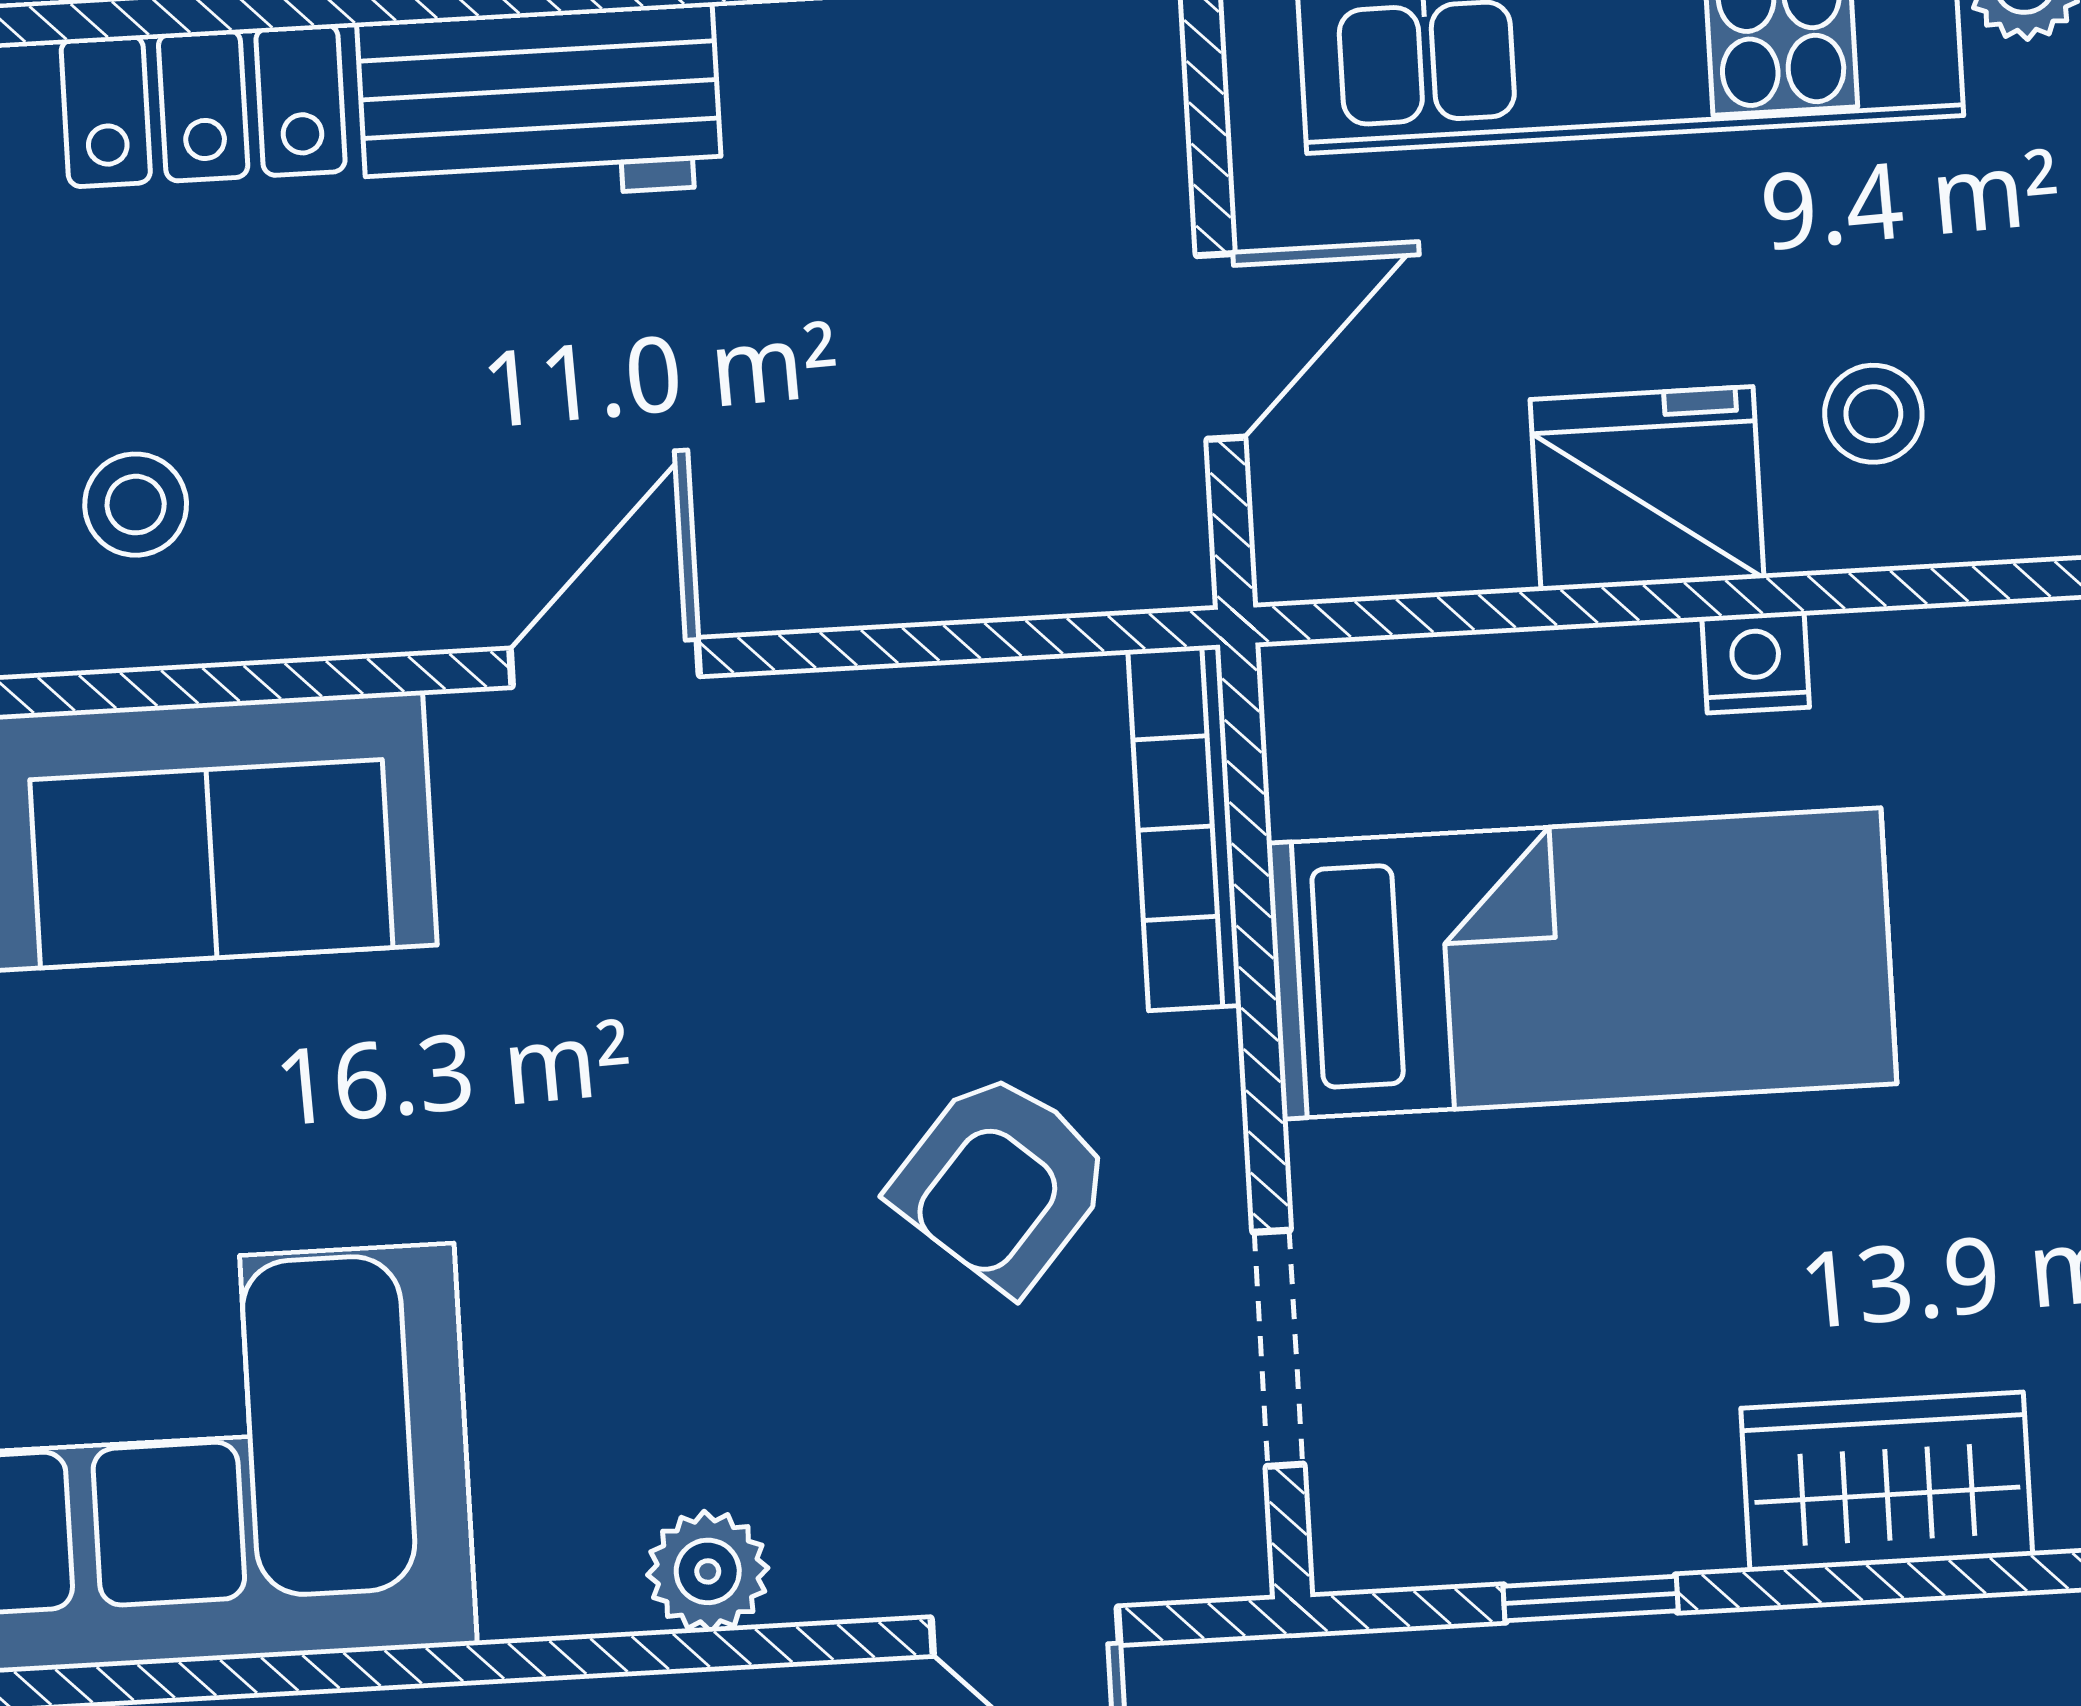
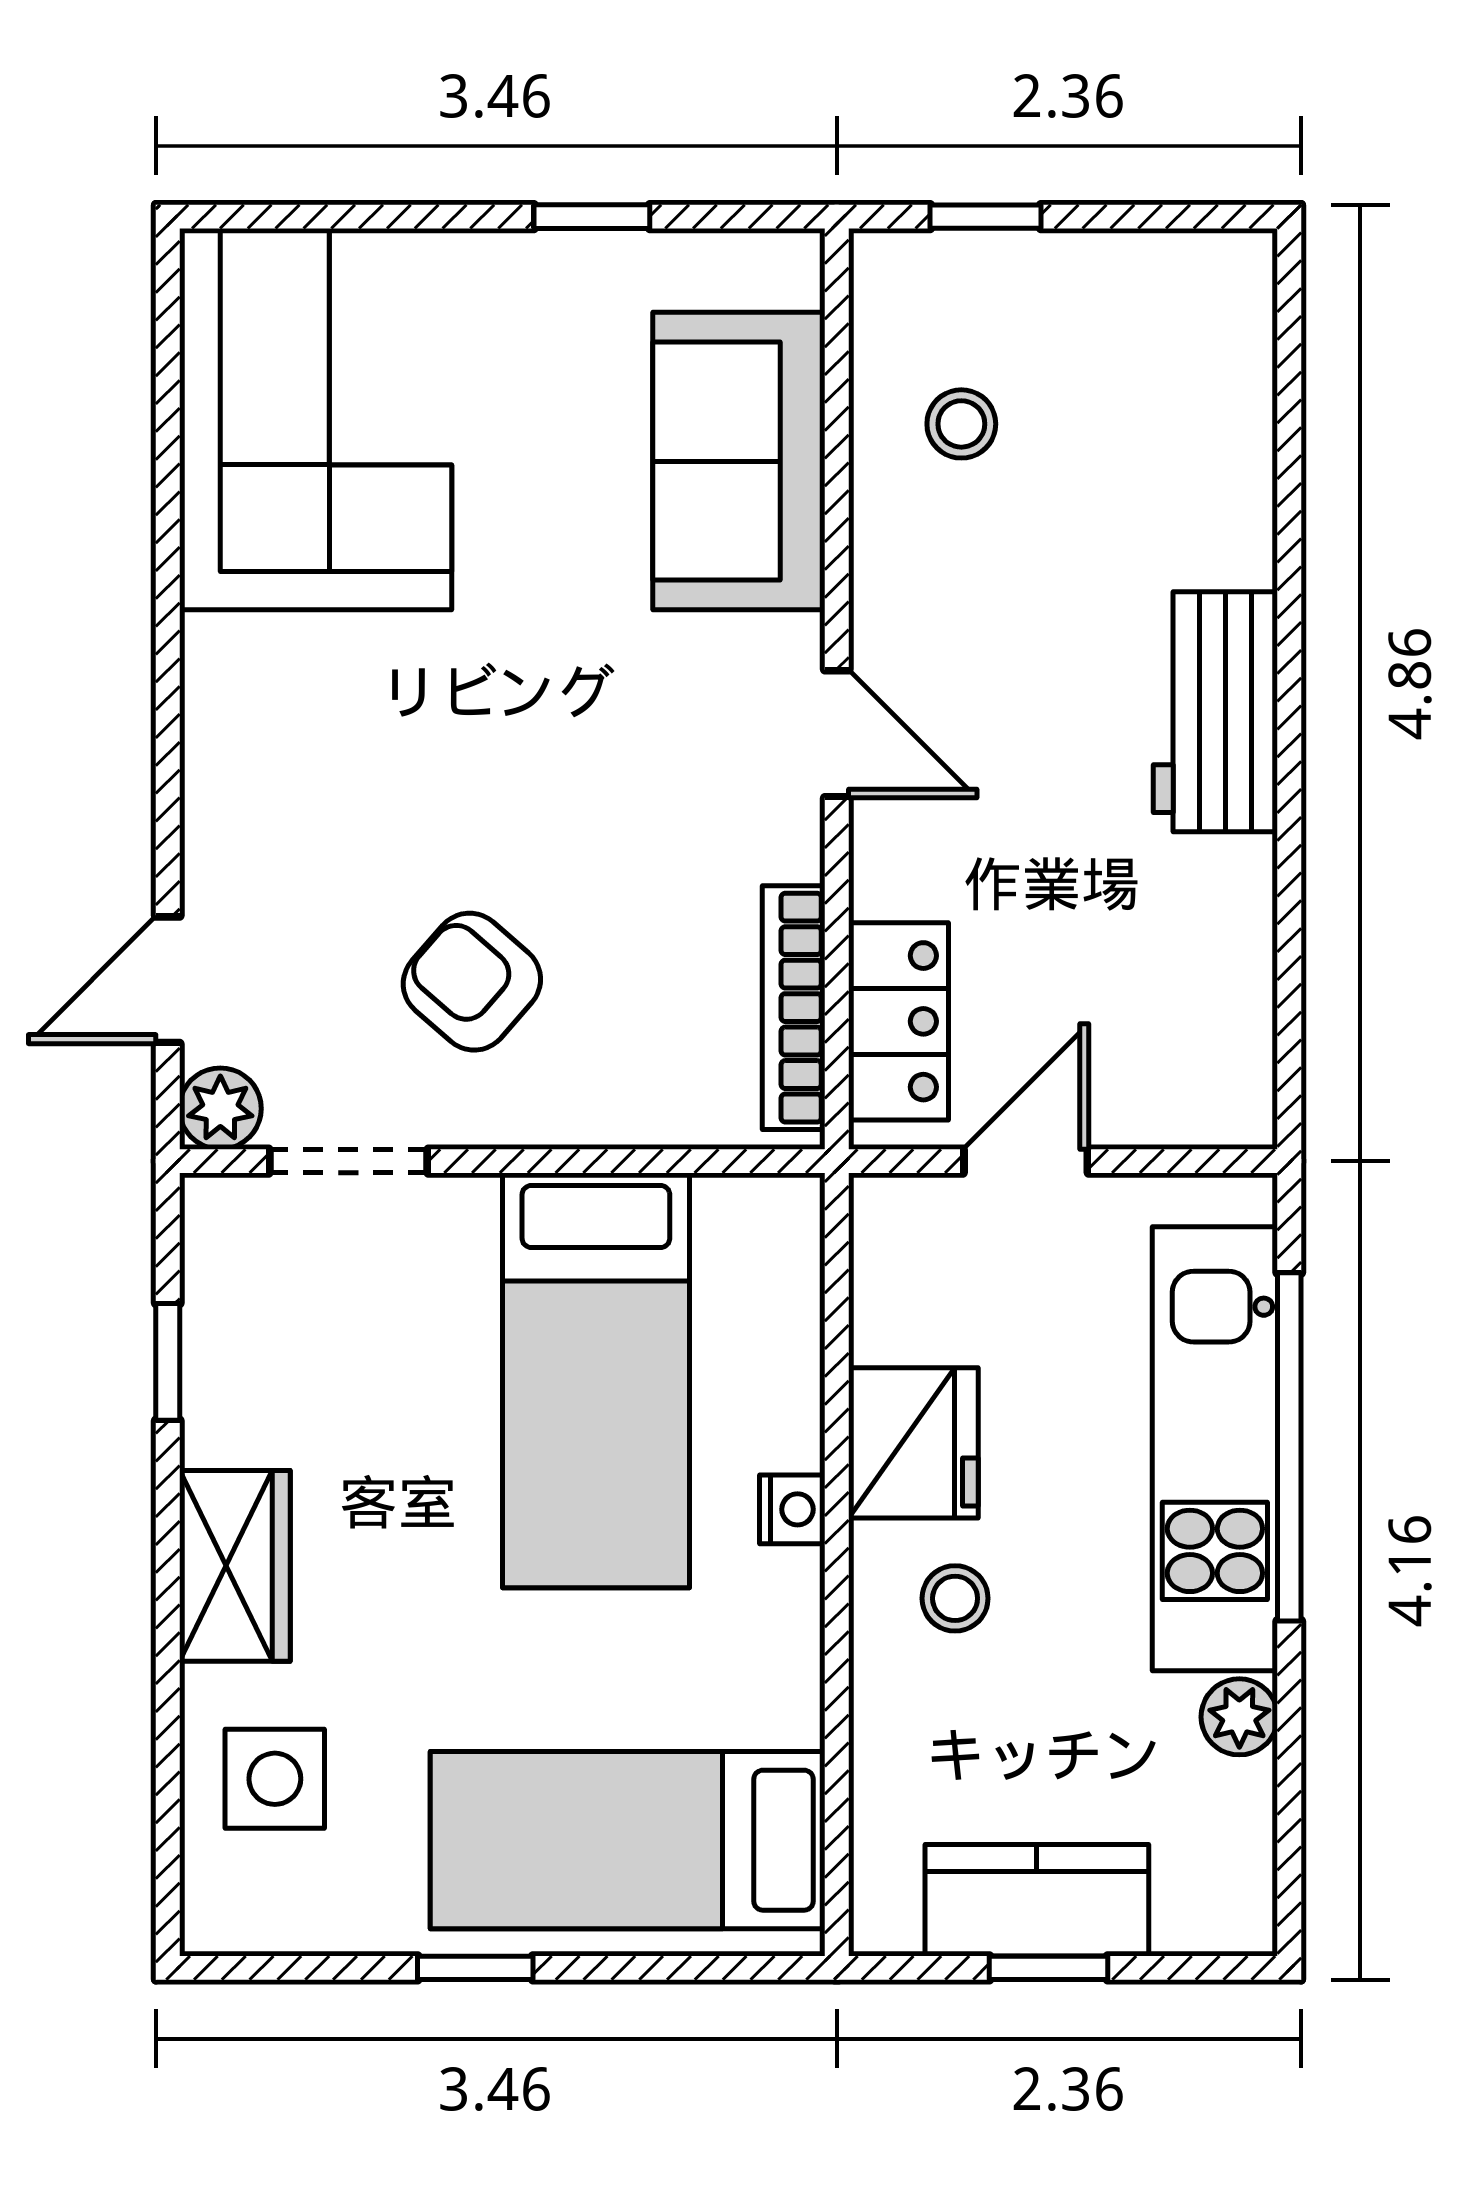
locker: (203, 106) -> (898, 1021), moved, turned 180
door: (1221, 346) -> (1026, 1161), swing flipped
bookcase: (1184, 828) -> (794, 1008), moved, turned -90
plant: (708, 1571) -> (220, 1109), moved

